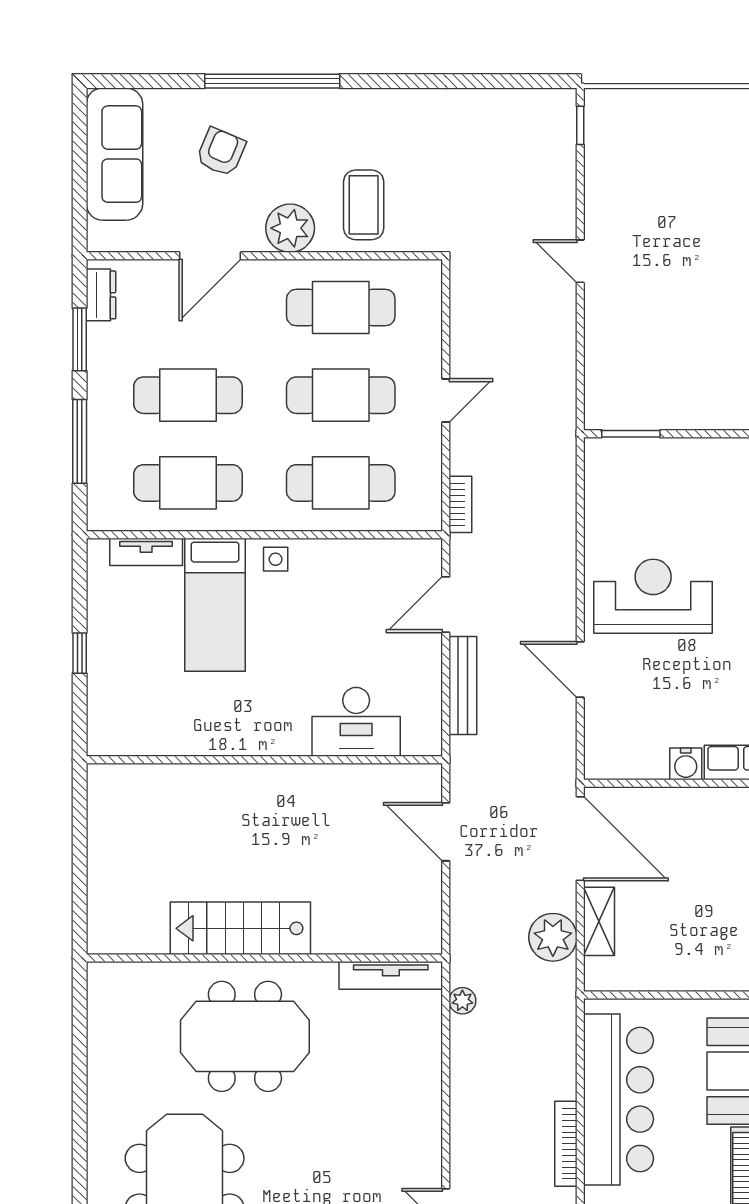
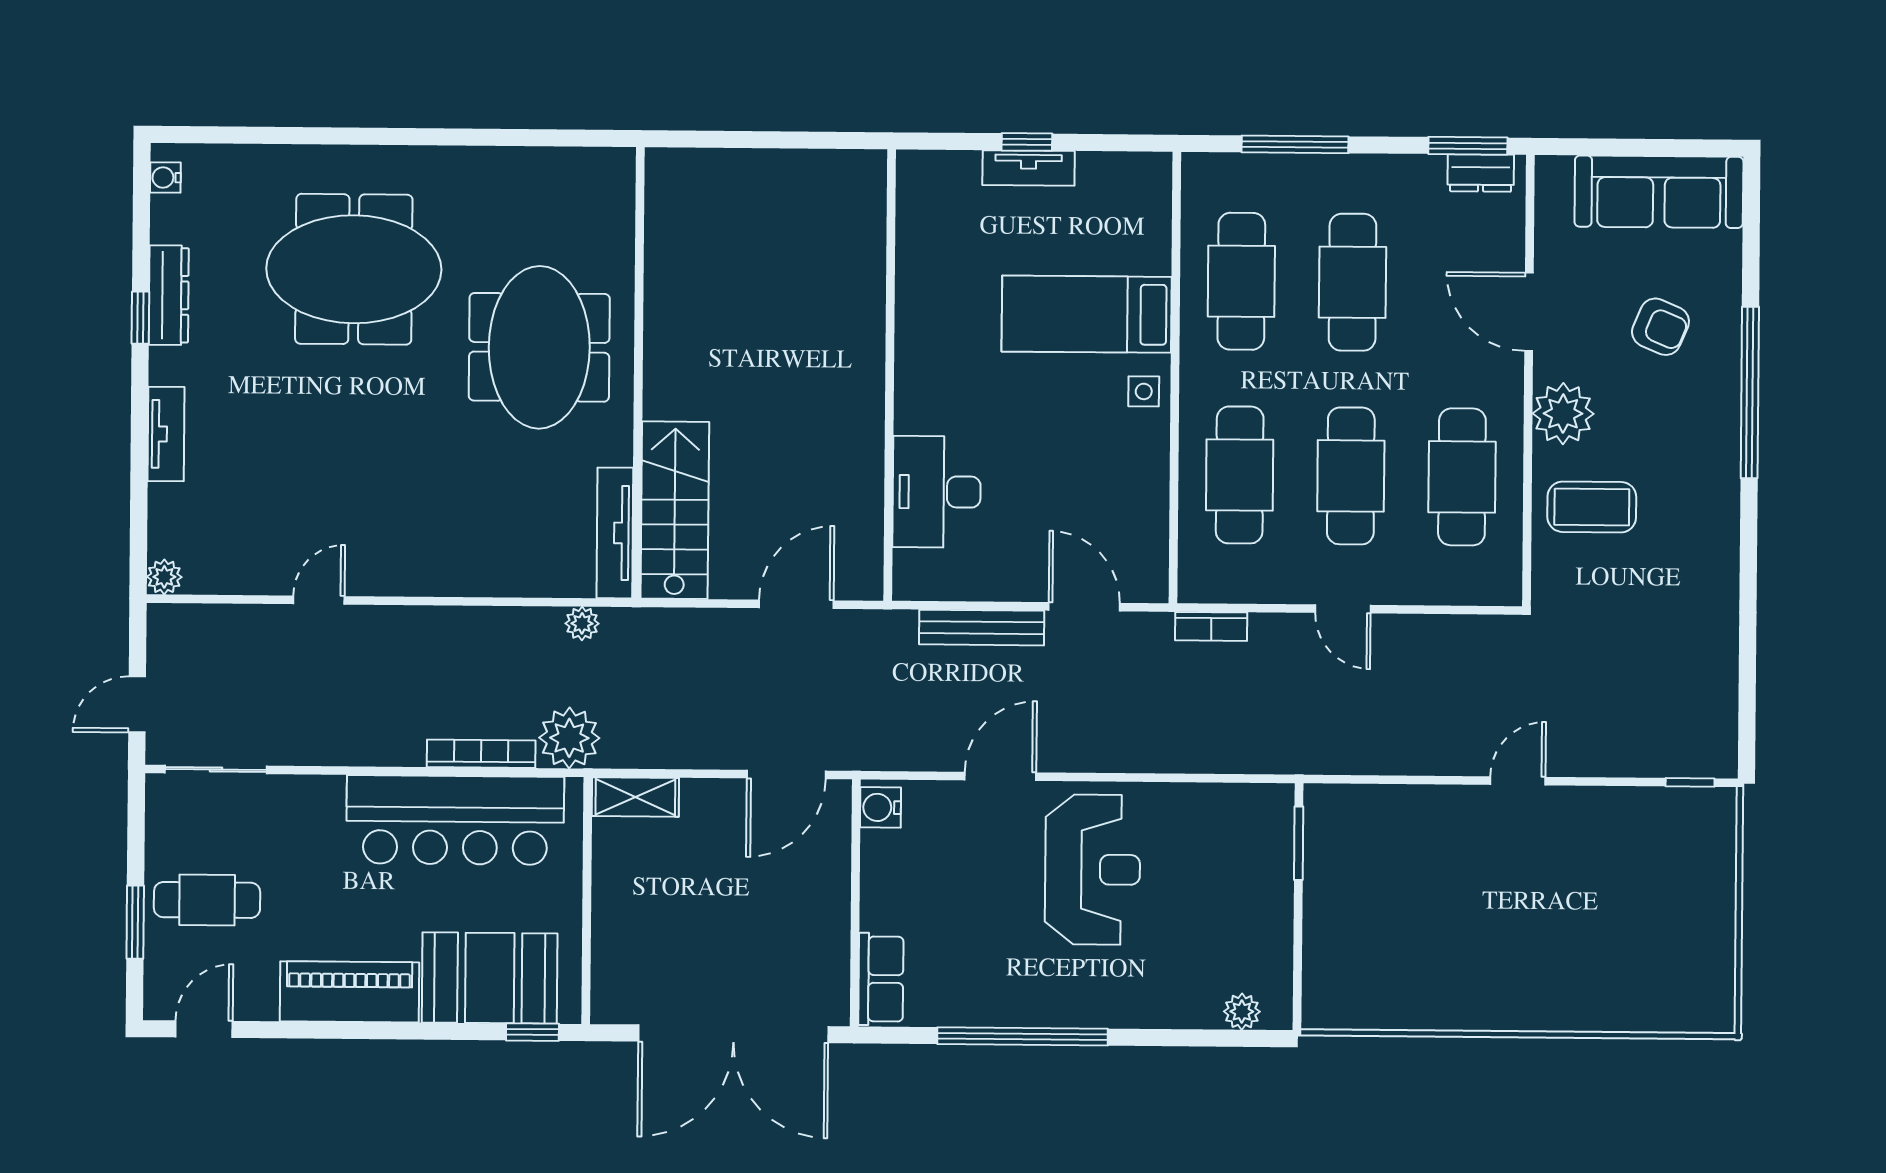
window: (80, 339) -> (1468, 146), moved
tv unit: (146, 552) -> (1029, 168), moved, turned -90
water cooler: (686, 764) -> (880, 807), moved
door: (580, 839) -> (786, 774), width x0.73
shelving: (599, 921) -> (635, 797), moved
stairs: (240, 928) -> (675, 510), moved
plant: (553, 937) -> (569, 738), moved
bookcase: (566, 1144) -> (481, 754), moved

